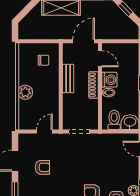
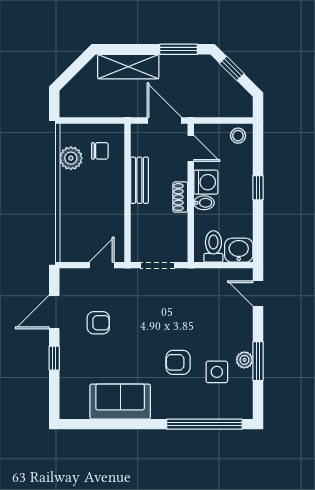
door: (84, 41) -> (164, 121), hinge flipped
stool: (129, 51) -> (238, 136), added
shoe rack: (94, 85) -> (180, 197), width x0.70
plant: (25, 92) -> (71, 158), moved

